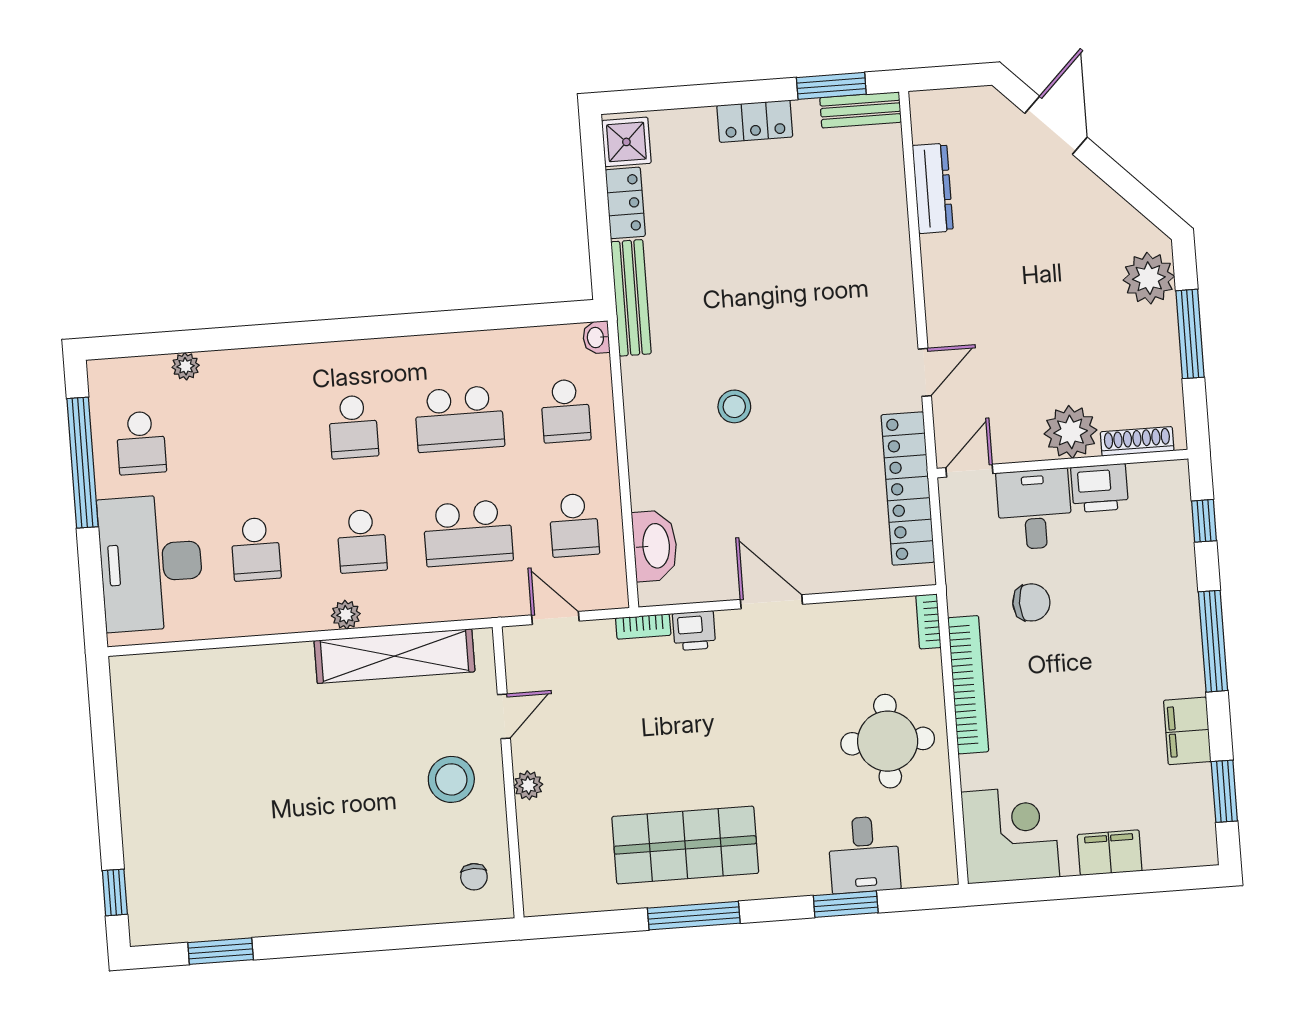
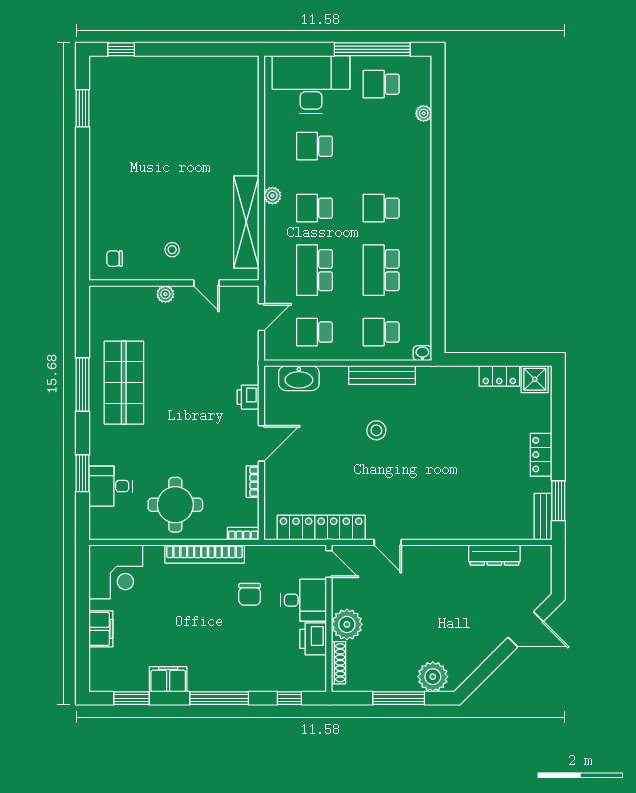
bench: (631, 298) -> (382, 375), moved
bookcase: (643, 627) -> (253, 482), moved
stool: (451, 779) -> (172, 250), width x0.53, depth x0.53

